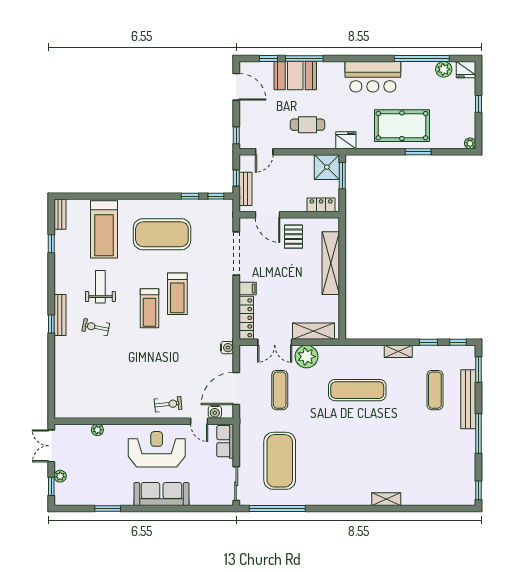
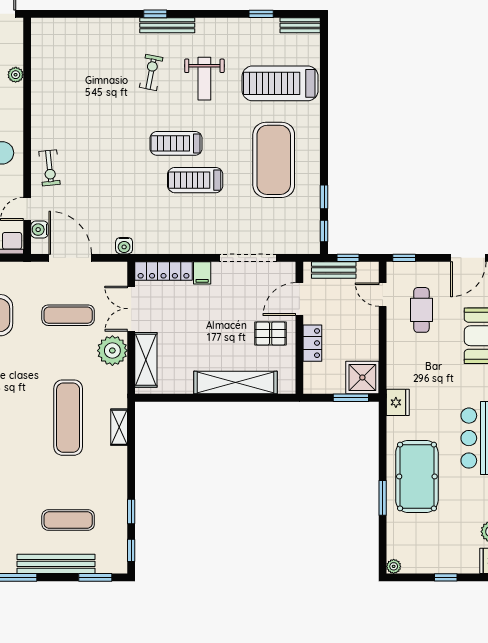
cafe table: (308, 125) -> (421, 310), moved
locker: (321, 205) -> (312, 343), moved
weight bench: (100, 287) -> (204, 79), turned 90
shelving: (398, 351) -> (119, 427), moved

